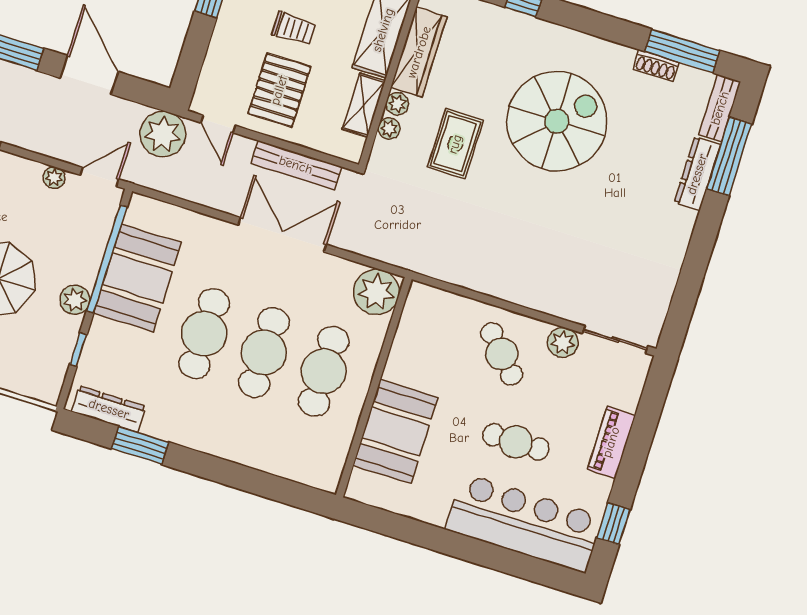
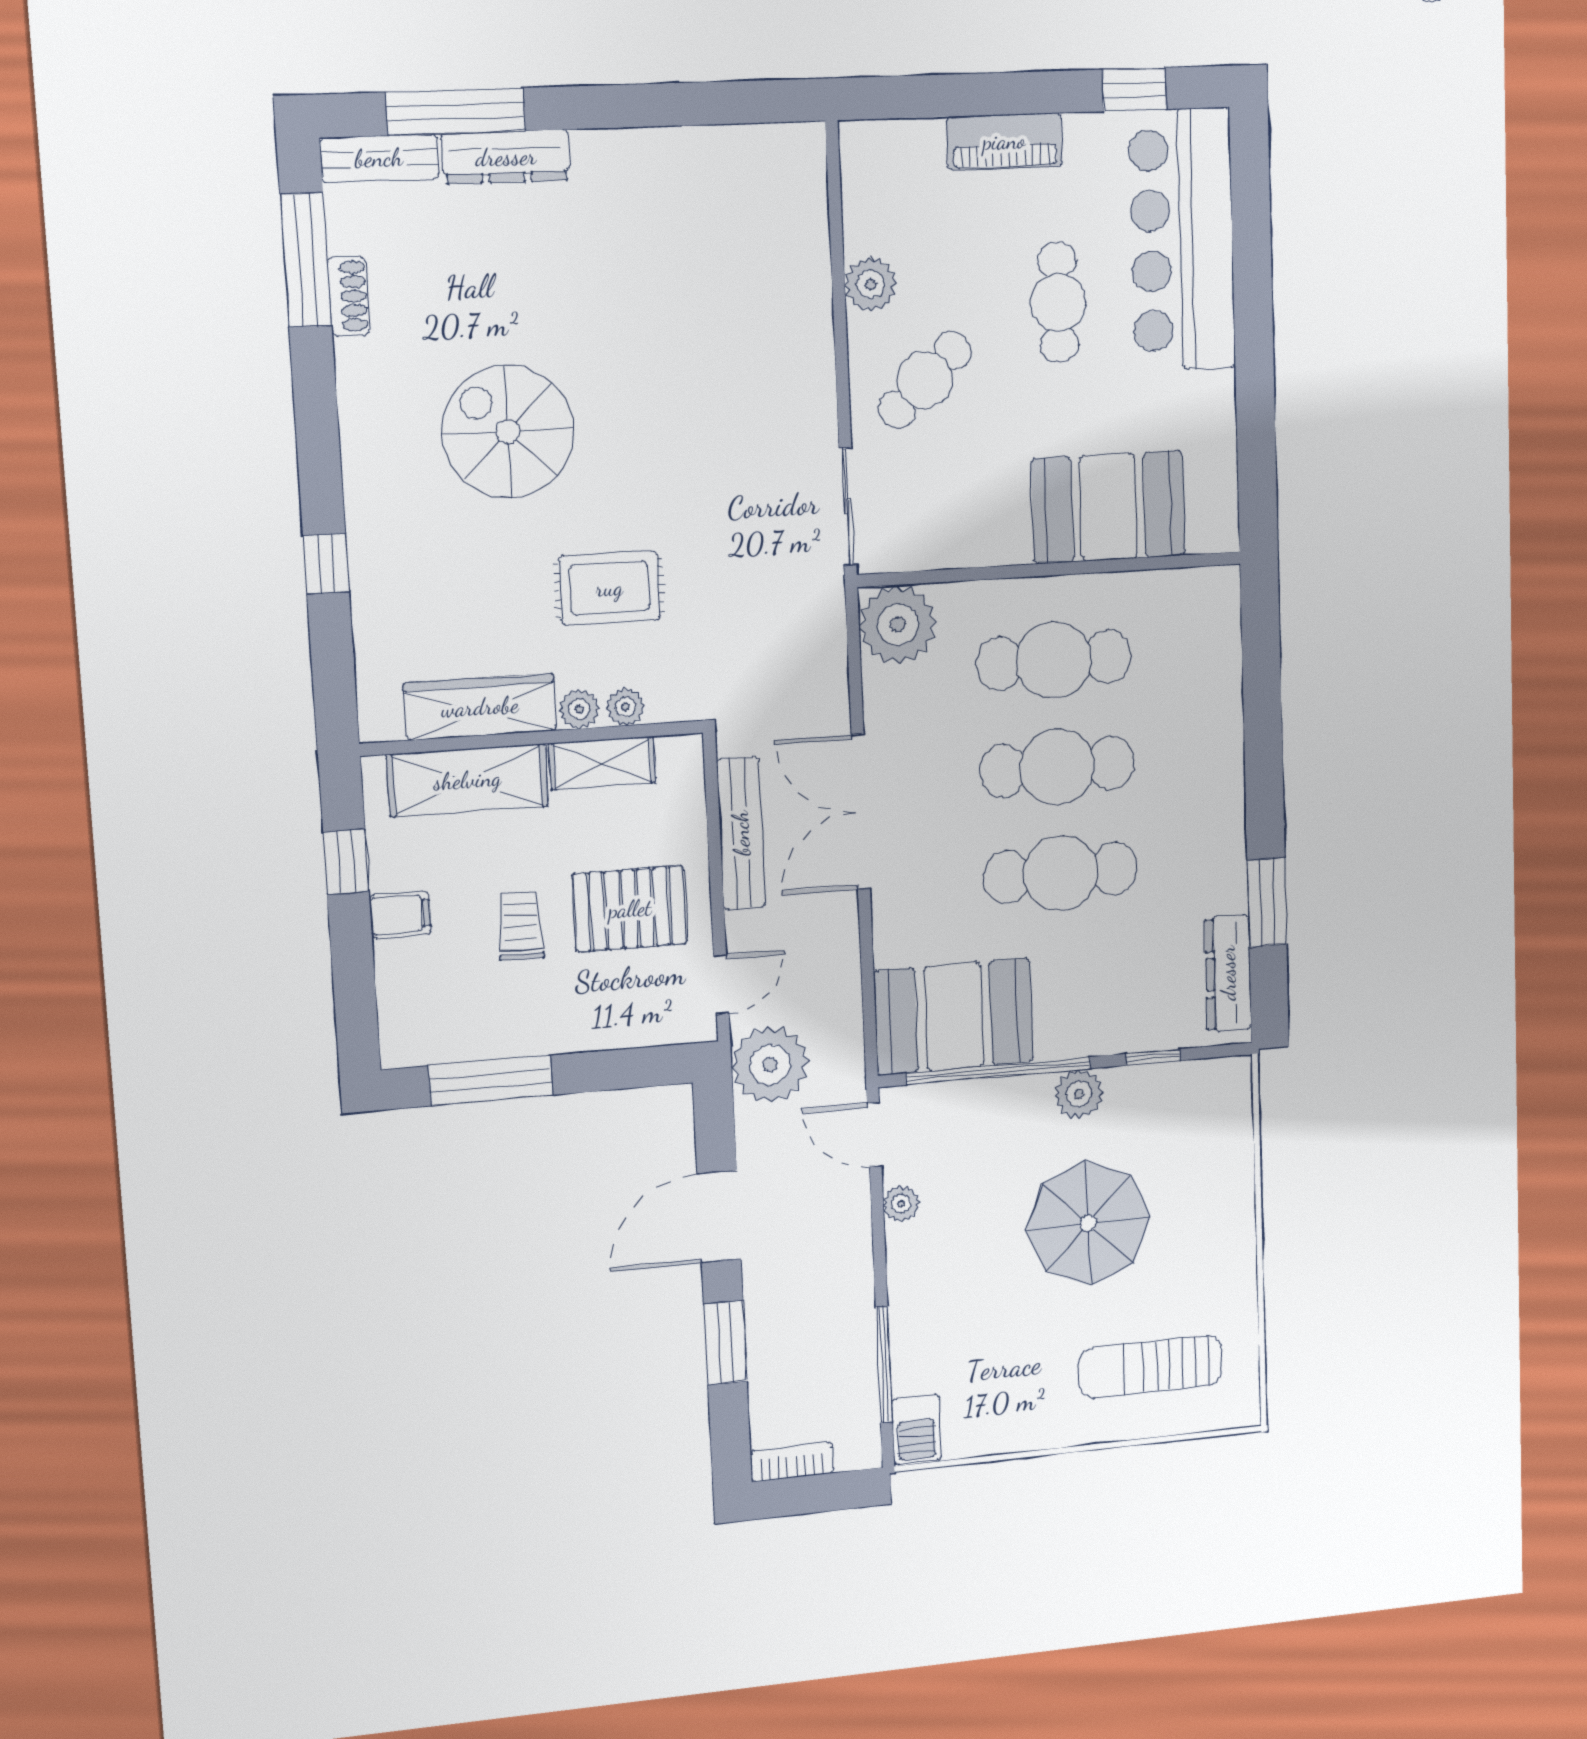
spiral stairs: (557, 121) -> (508, 432), width x0.73, depth x0.73
booth: (137, 278) -> (954, 1017), moved
sliding door: (615, 340) -> (848, 507), moved

